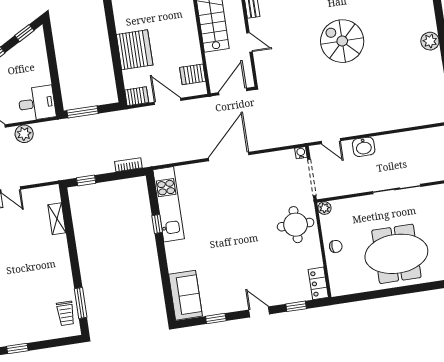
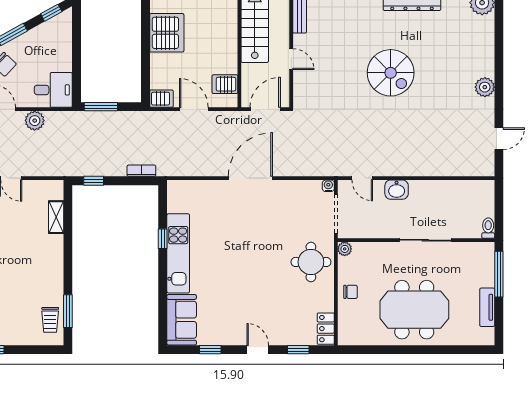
spiral stairs: (342, 41) -> (391, 73), turned 180
server rack: (135, 50) -> (167, 33), moved
kitchen unit: (169, 204) -> (178, 253), moved

